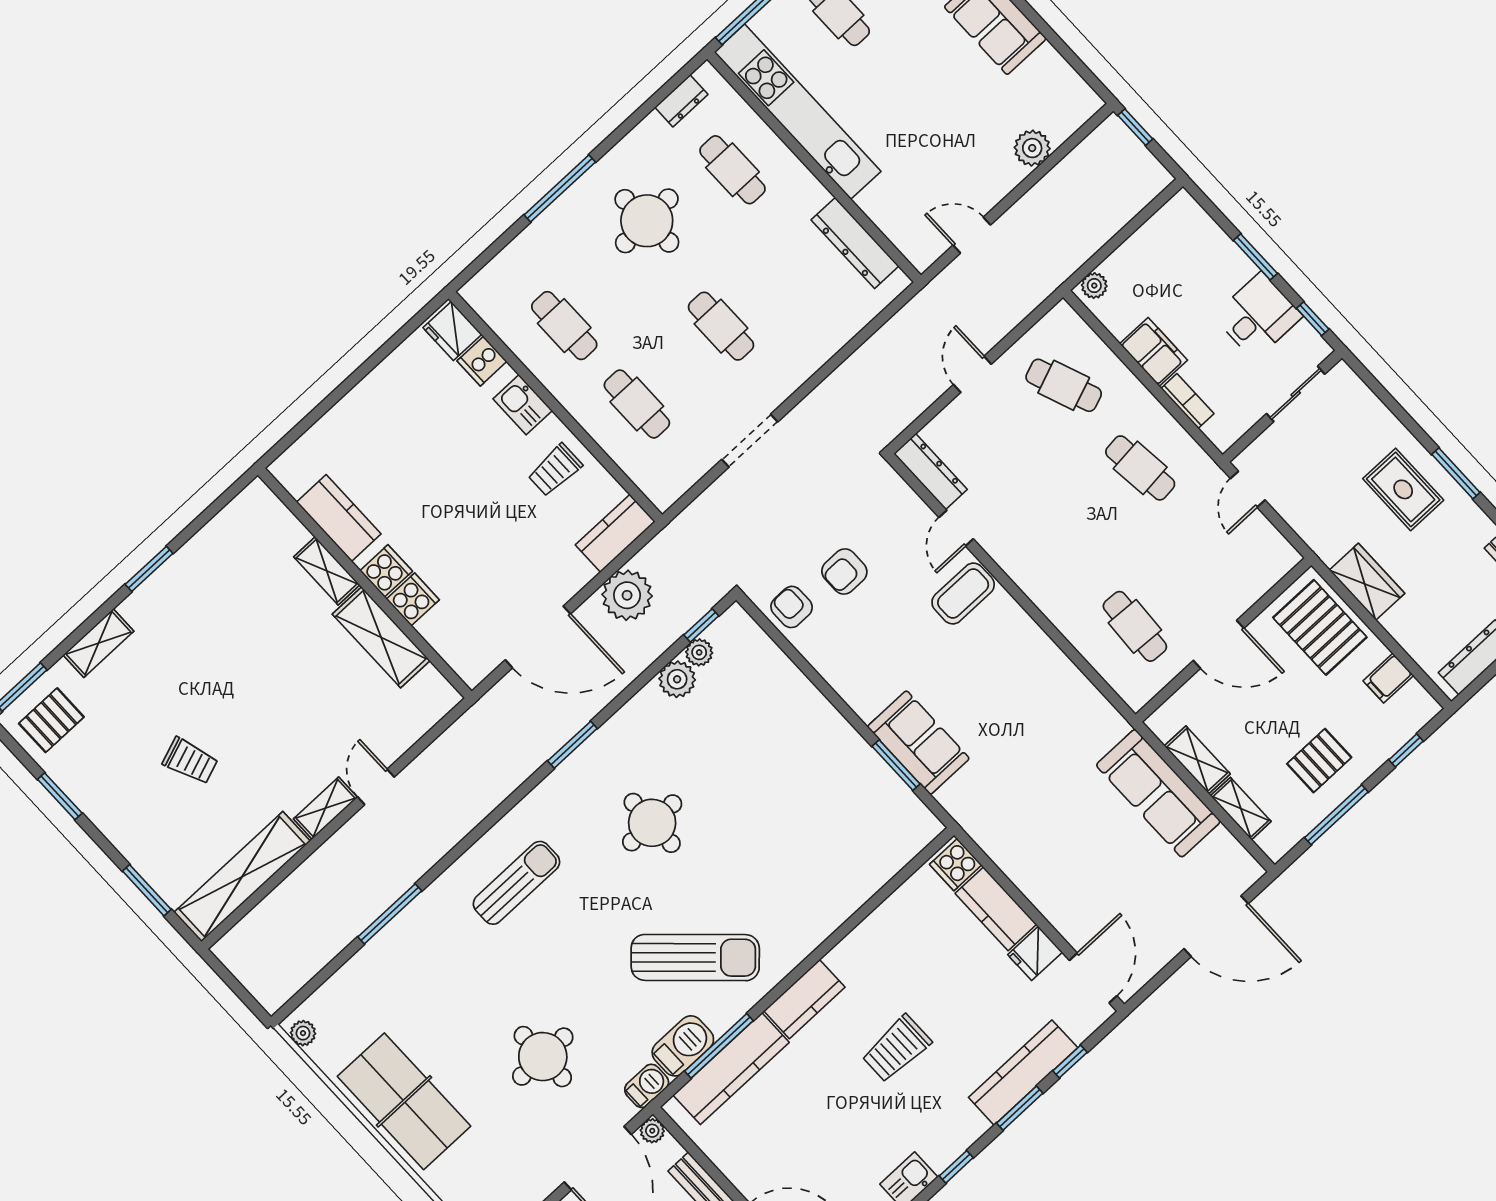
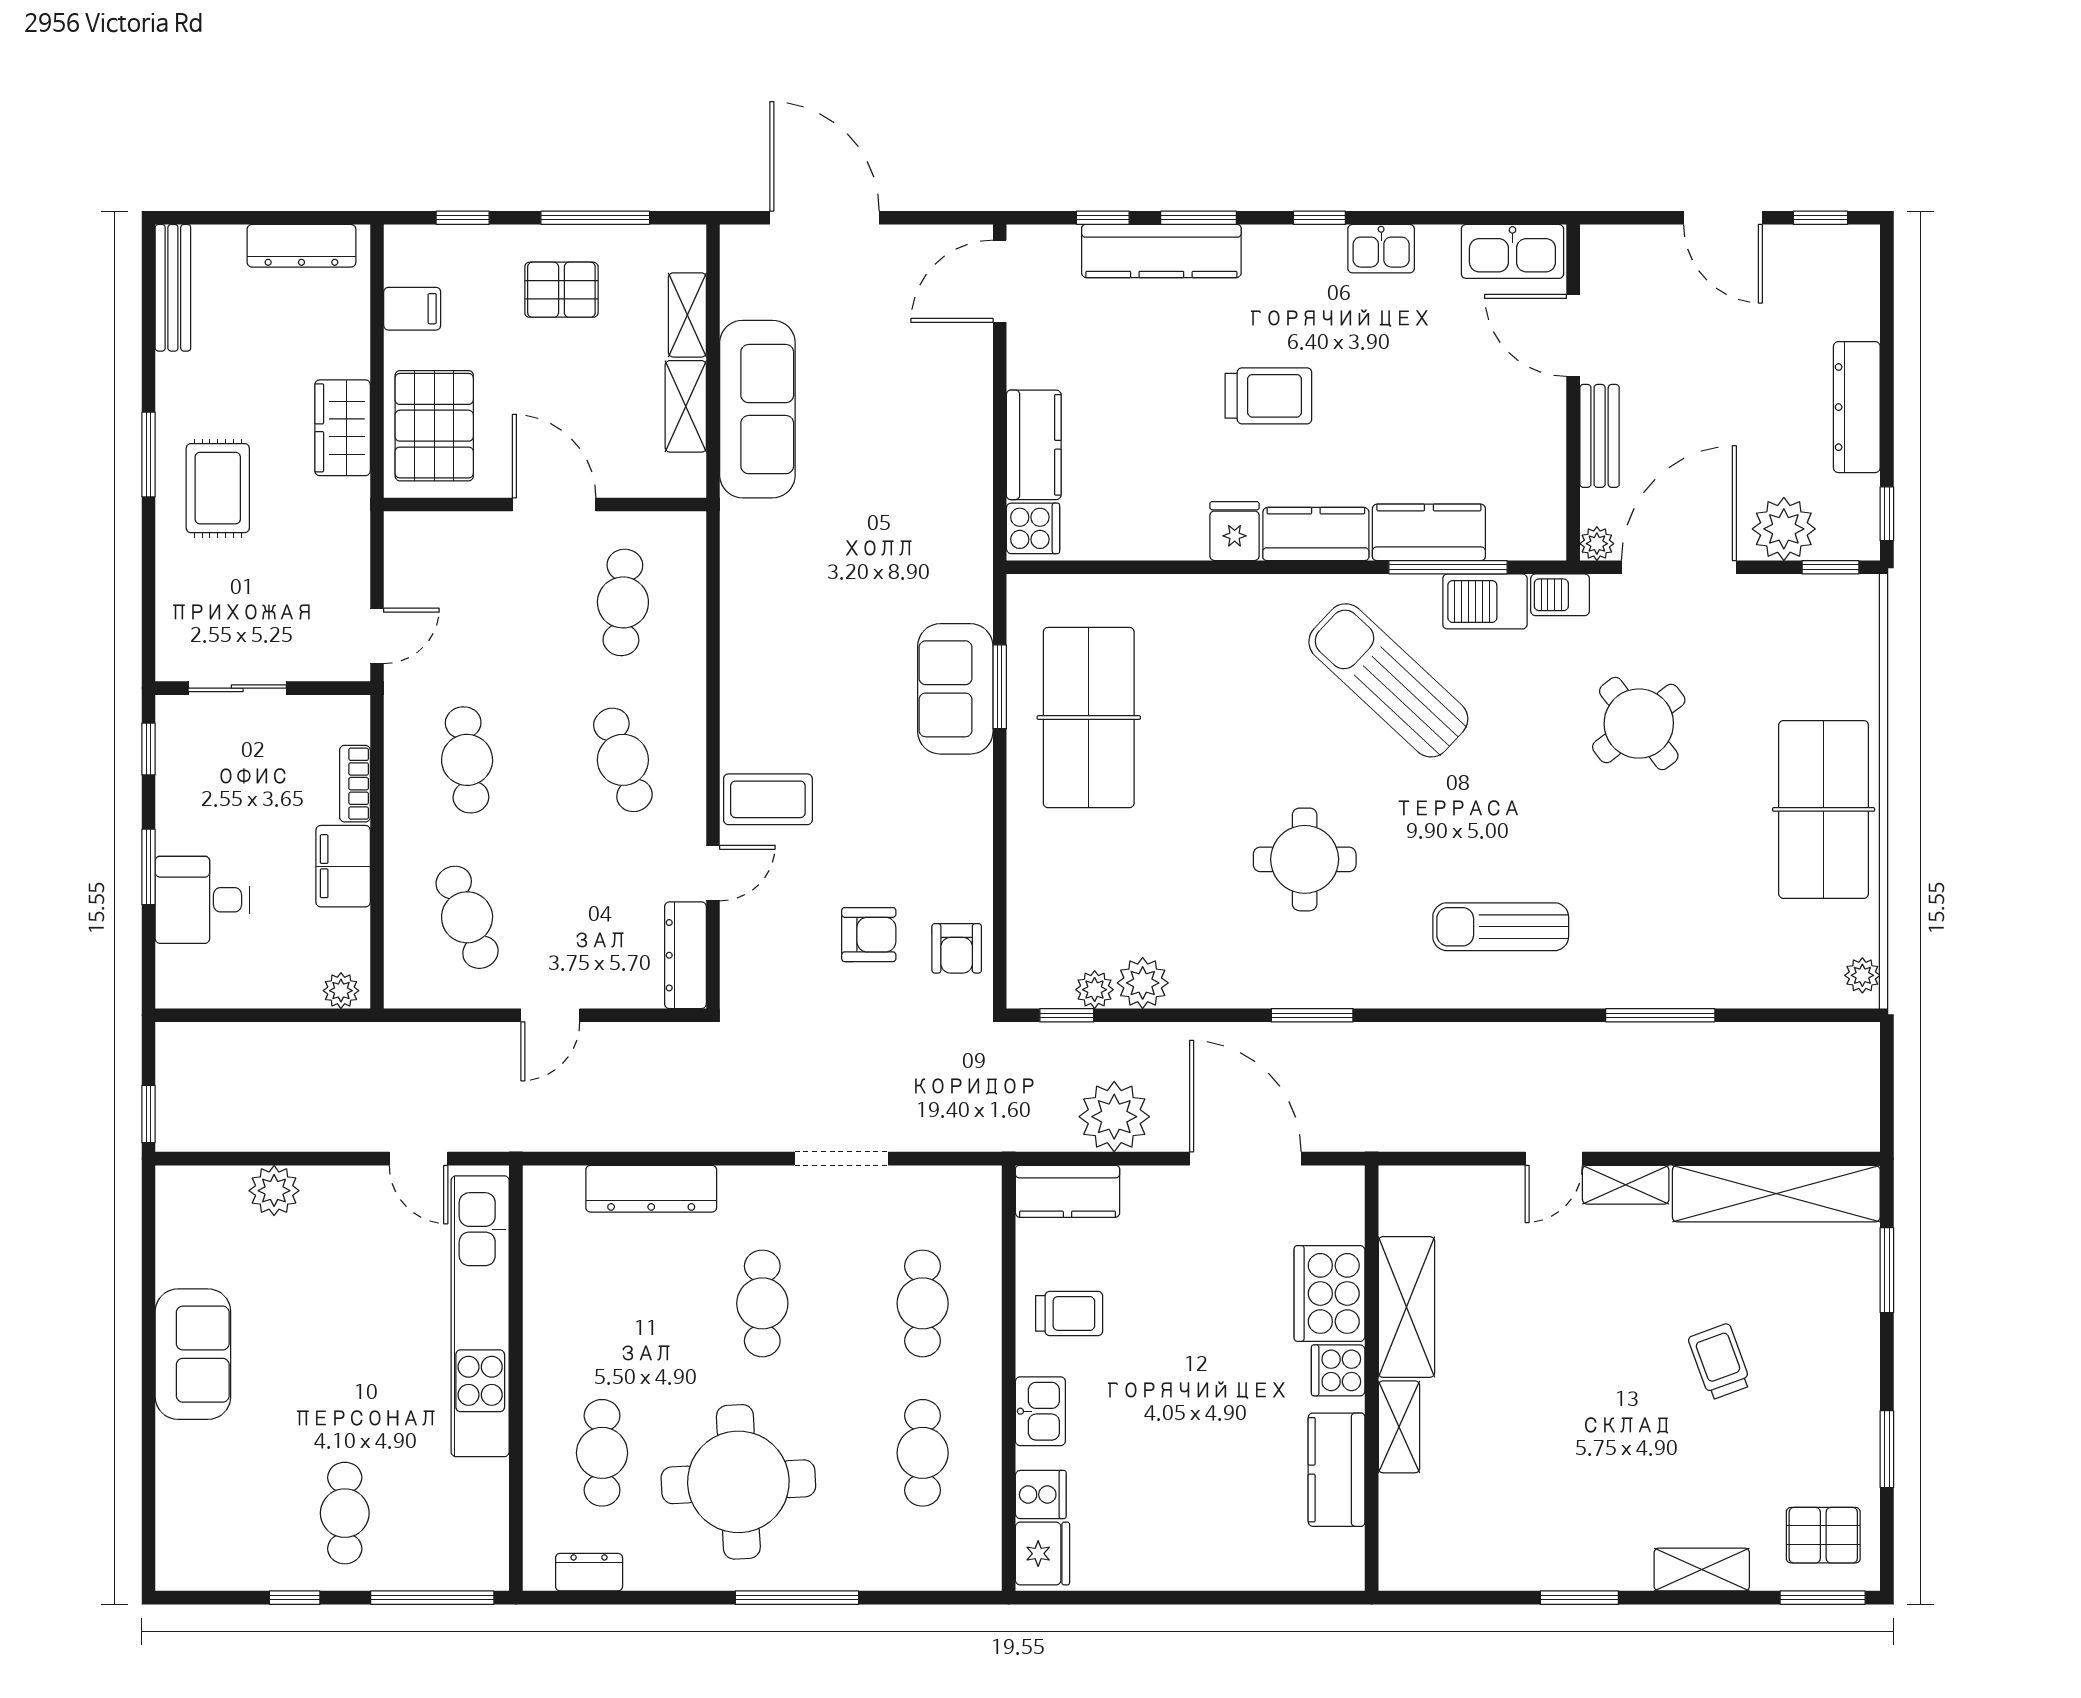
kitchen unit: (798, 112) -> (480, 1316), moved
round table: (647, 221) -> (738, 1482), width x1.36, depth x1.36
dresser: (855, 243) -> (651, 1189), moved, turned 90
desk: (1258, 316) -> (202, 900), moved
cafe table: (1058, 544) -> (623, 760), added
cooker: (413, 599) -> (1330, 1293), width x1.87, depth x1.31
table tennis table: (834, 792) -> (1089, 718), added
fridge: (1035, 953) -> (1235, 531), moved, turned -90
round table: (543, 1057) -> (1639, 724), turned -38
kitchen counter: (731, 1069) -> (1429, 532), width x0.67

